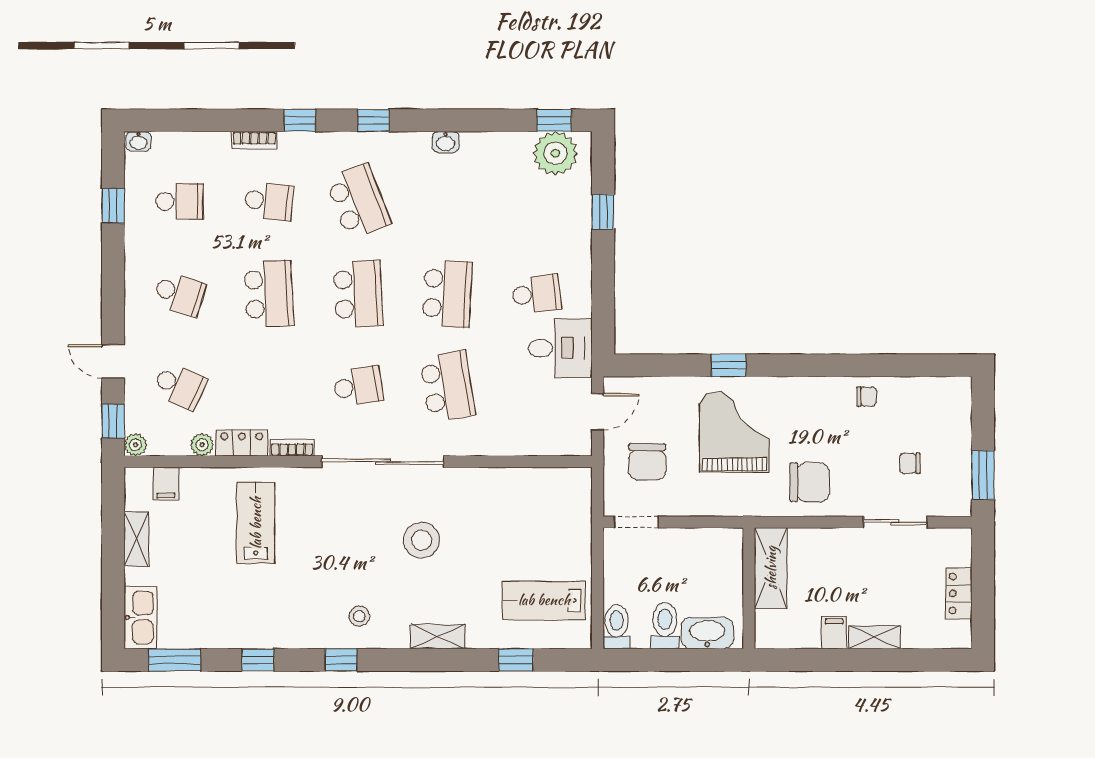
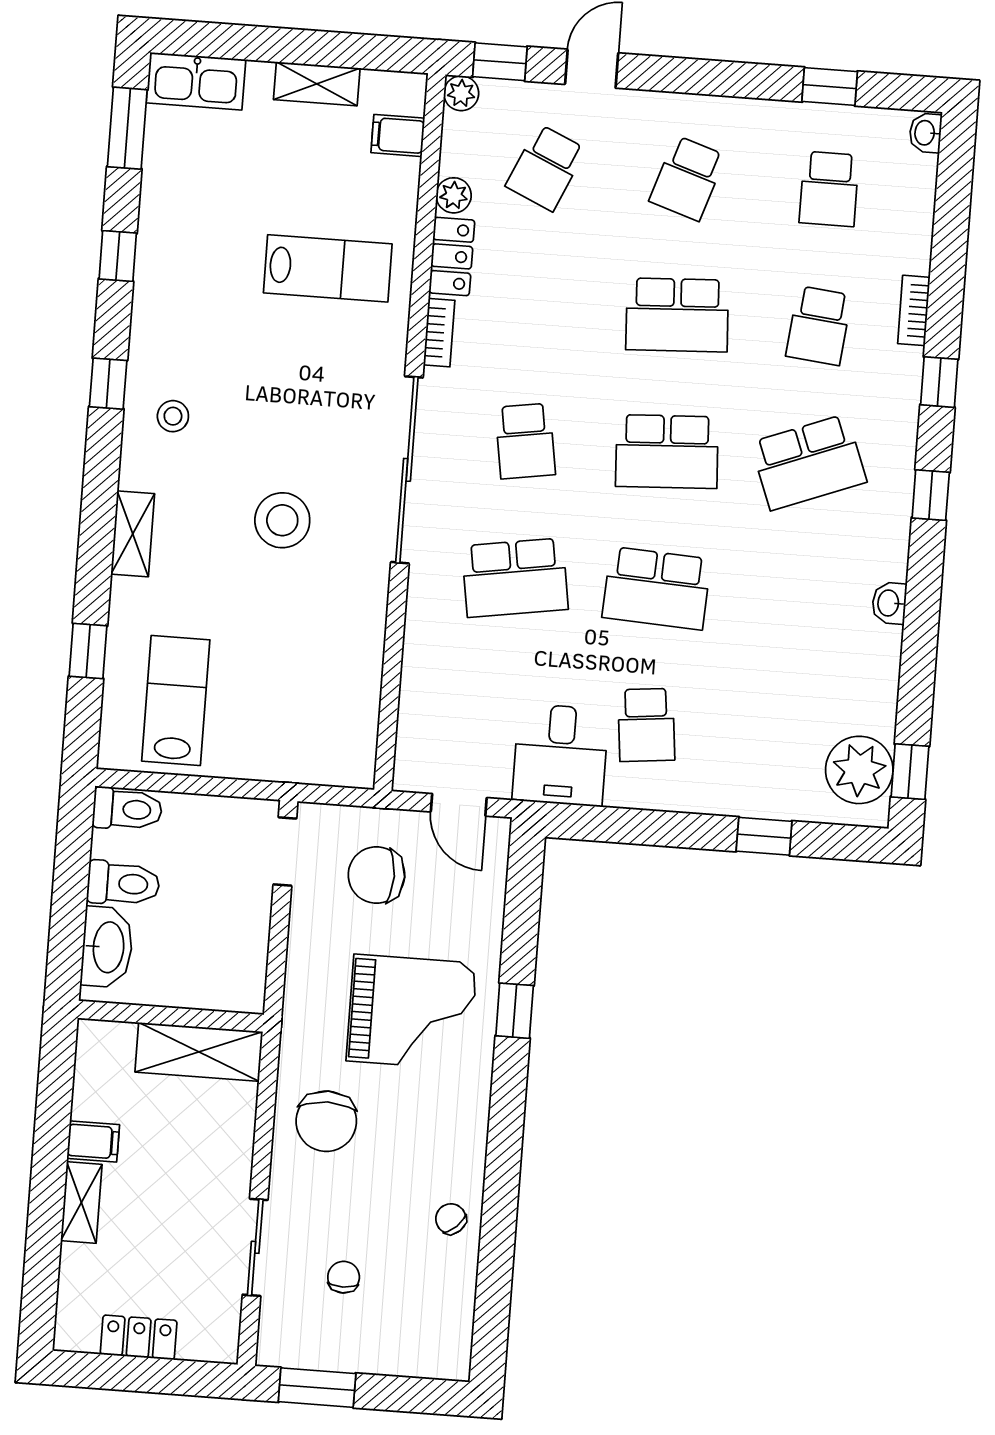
chair: (867, 397) -> (451, 1219), turned 137

